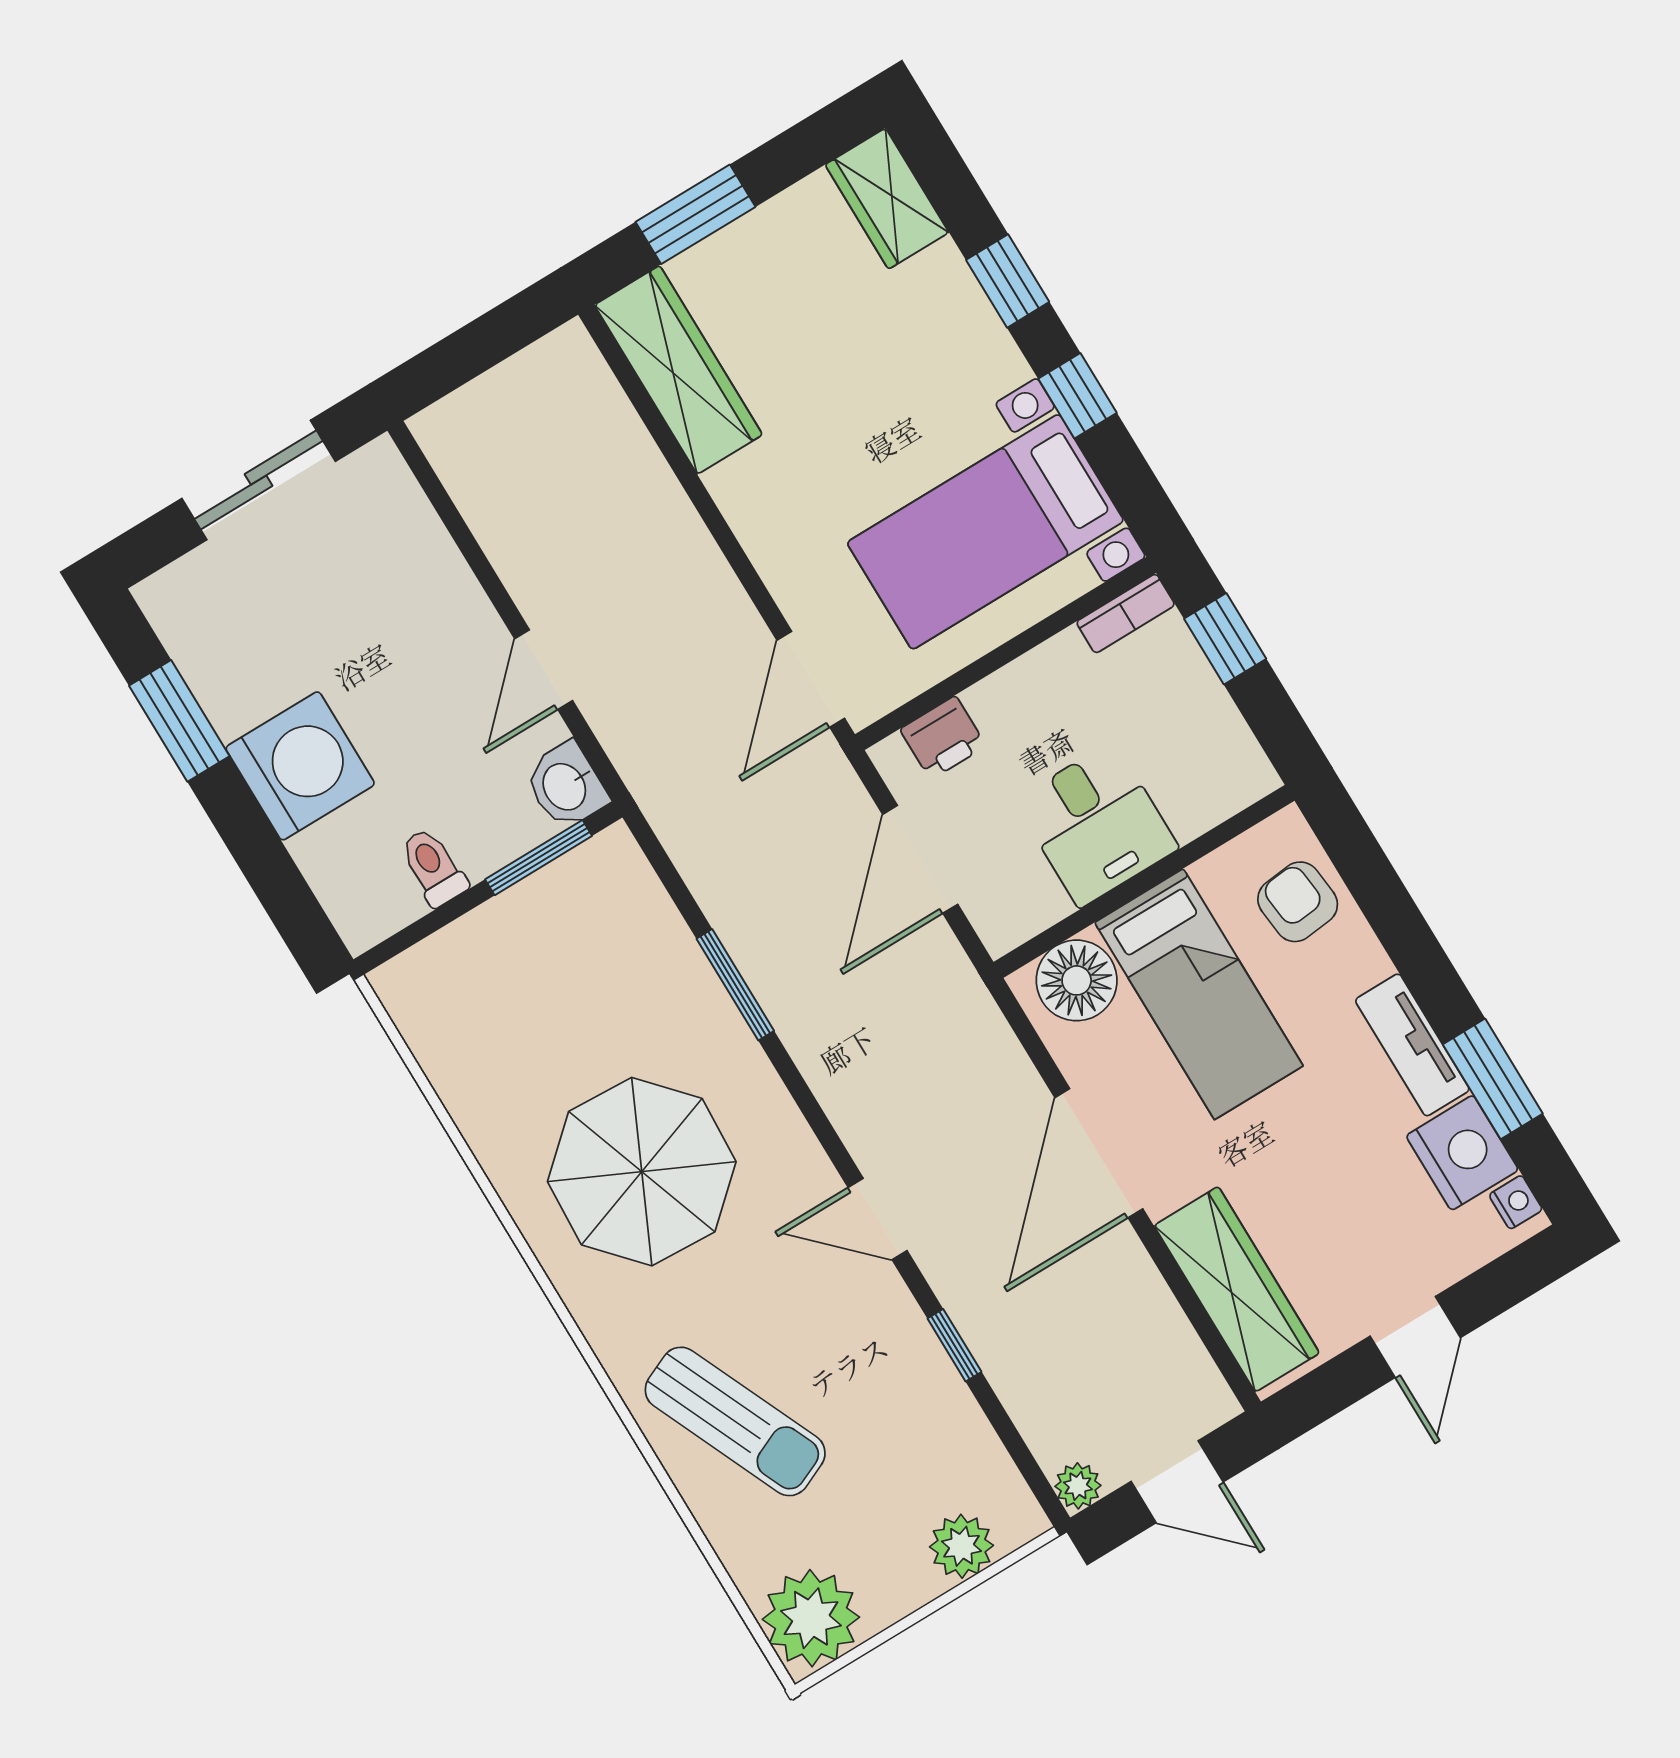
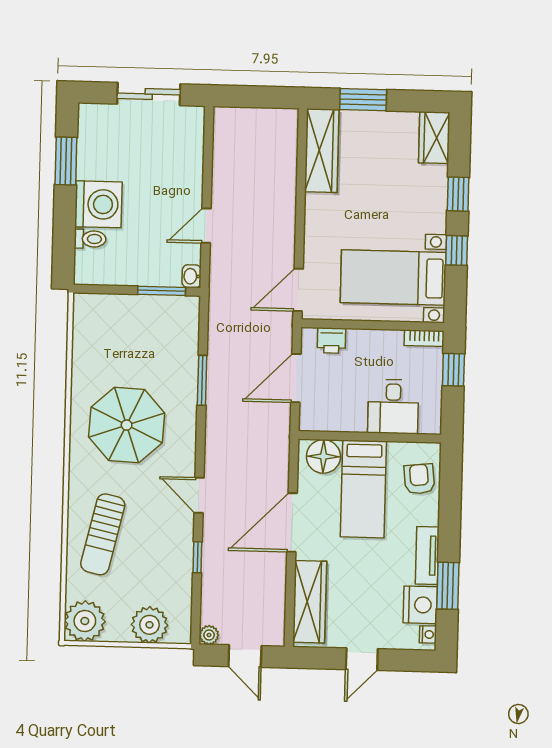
washbasin: (566, 786) -> (192, 276), width x0.72, depth x0.69
desk: (1096, 824) -> (393, 407), moved
toilet: (433, 867) -> (90, 239), moved, turned 90
sun lounger: (735, 1421) -> (103, 534), turned 37
plant: (962, 1546) -> (149, 625), width x1.36, depth x1.36

